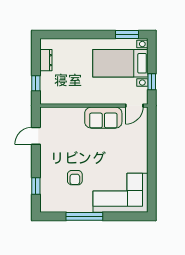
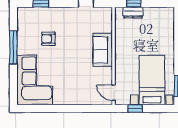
dresser: (46, 60) -> (133, 13), moved
sofa: (103, 118) -> (103, 50), moved

